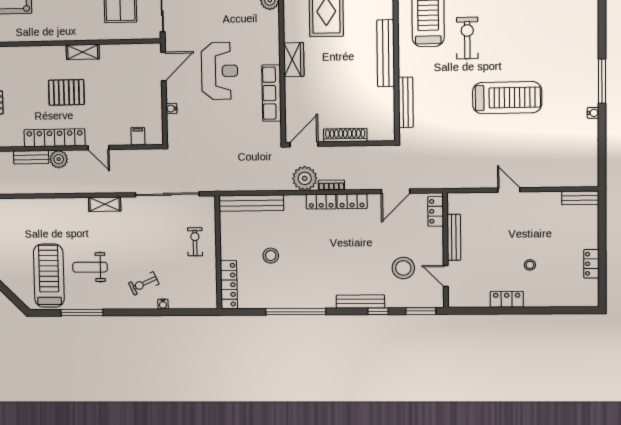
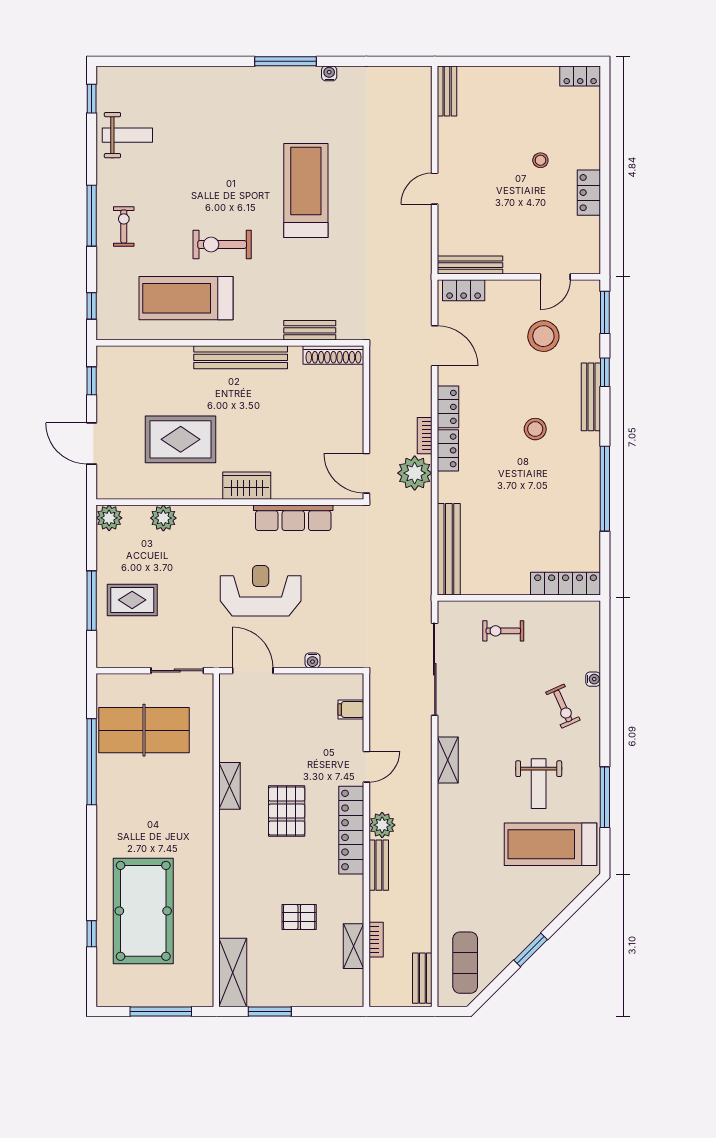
bench: (406, 102) -> (310, 330), width x0.73
shoe rack: (345, 135) -> (333, 355), moved, turned -90
bench: (454, 237) -> (470, 265), moved
stool: (271, 256) -> (535, 429), moved
locker: (591, 264) -> (580, 76), moved

